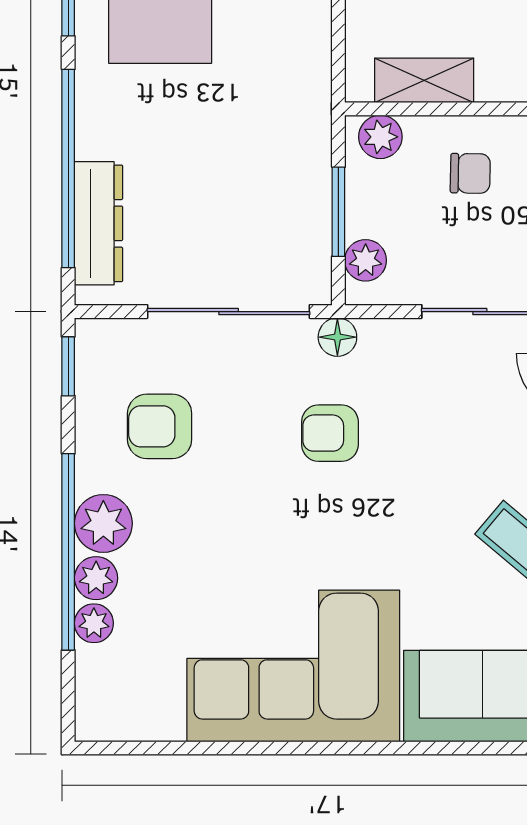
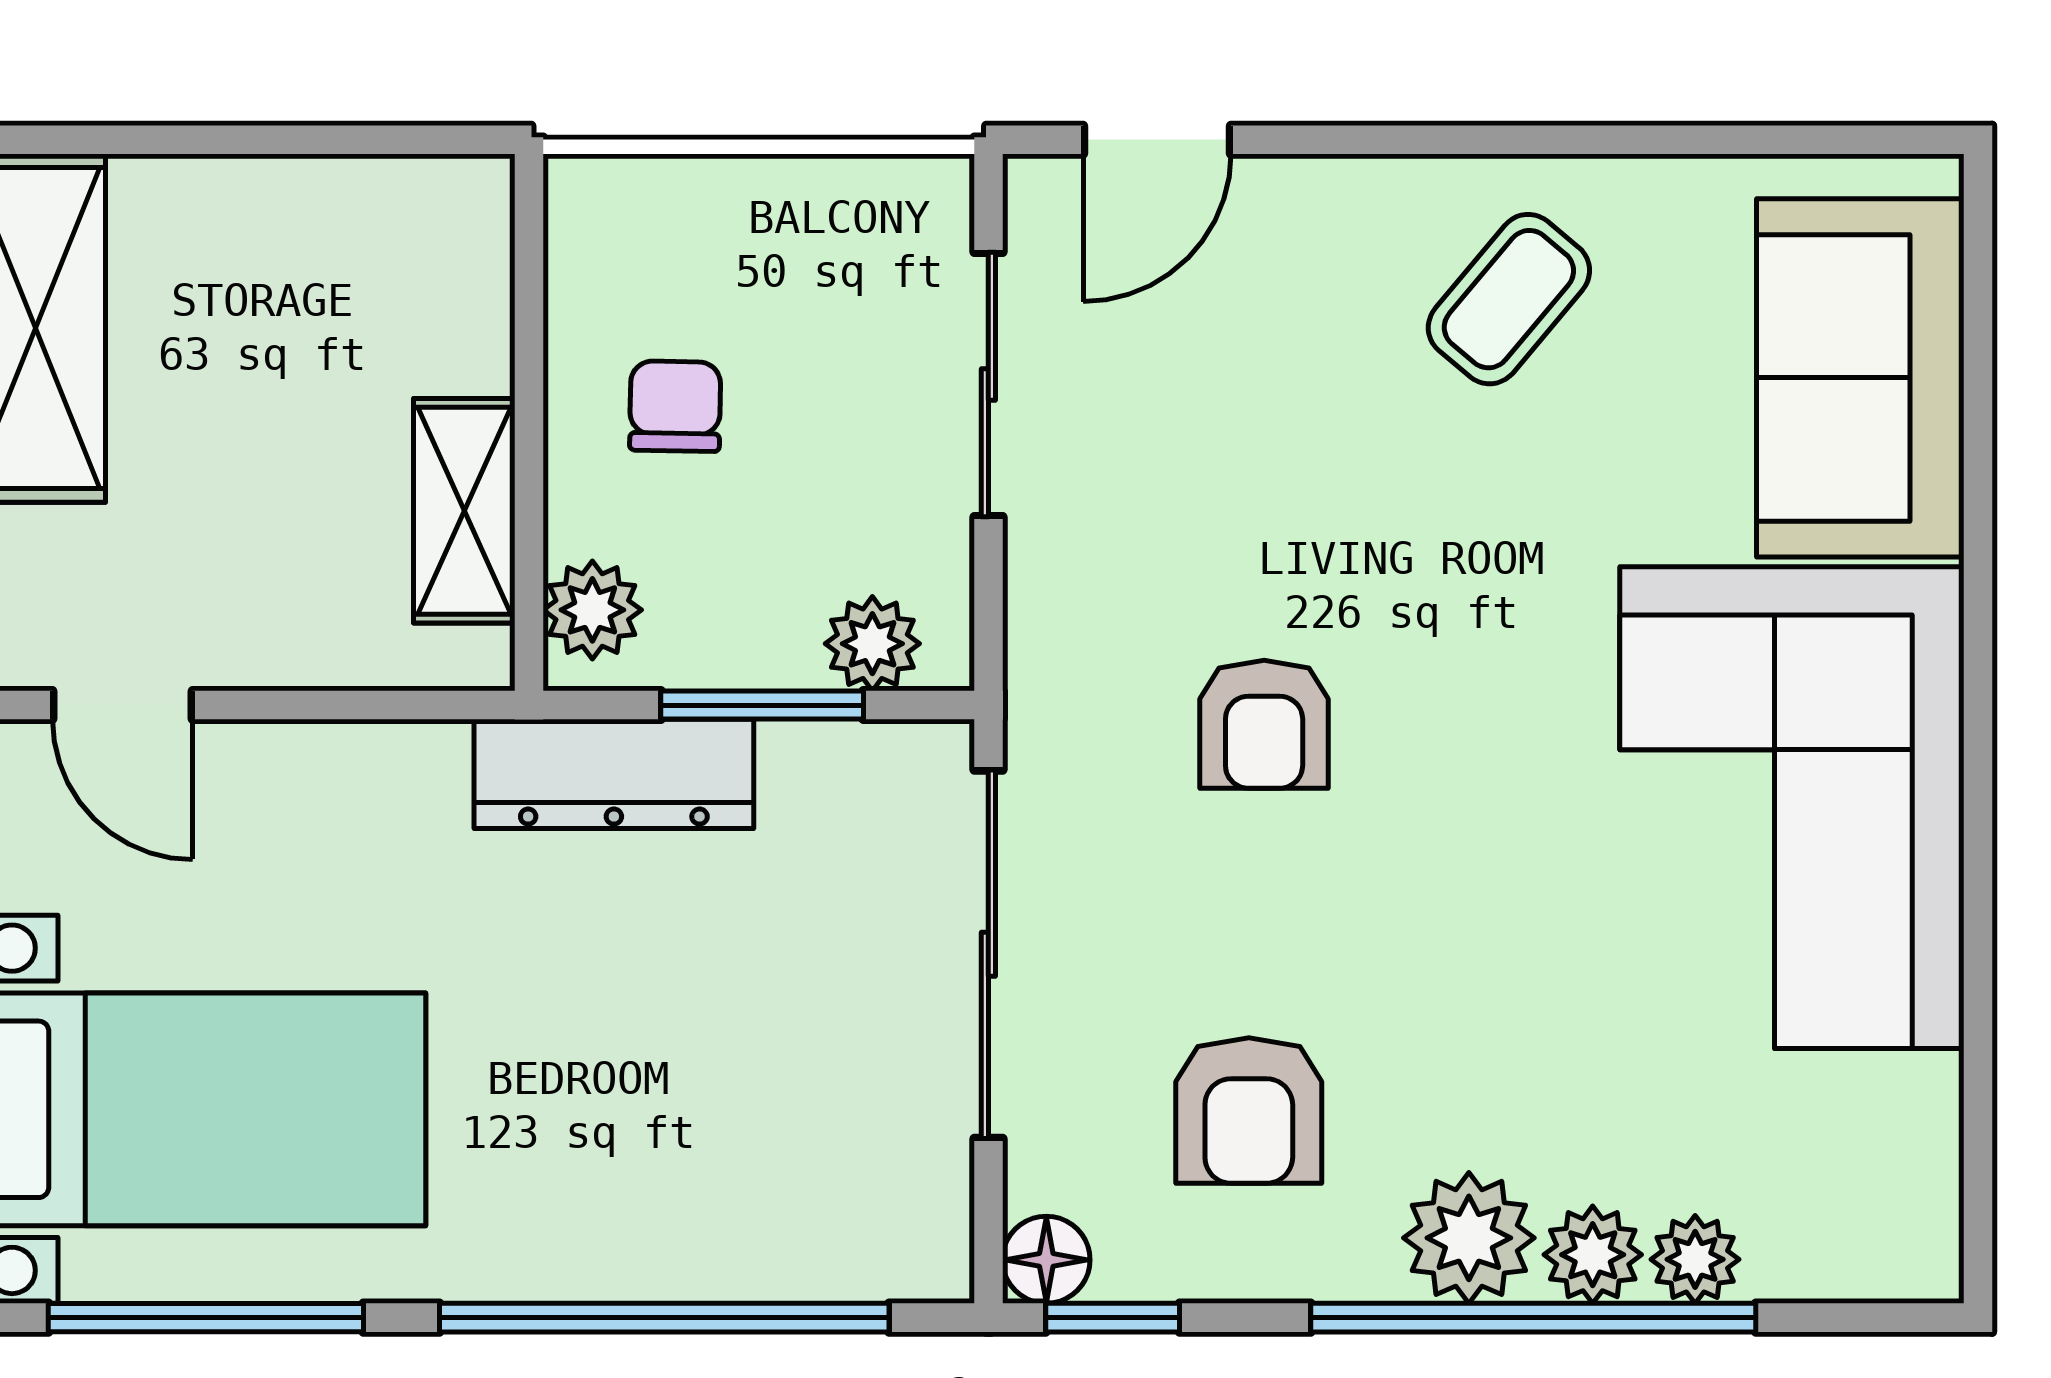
dresser: (99, 223) -> (614, 774), moved, turned 180
floor lamp: (337, 337) -> (1046, 1260), moved

